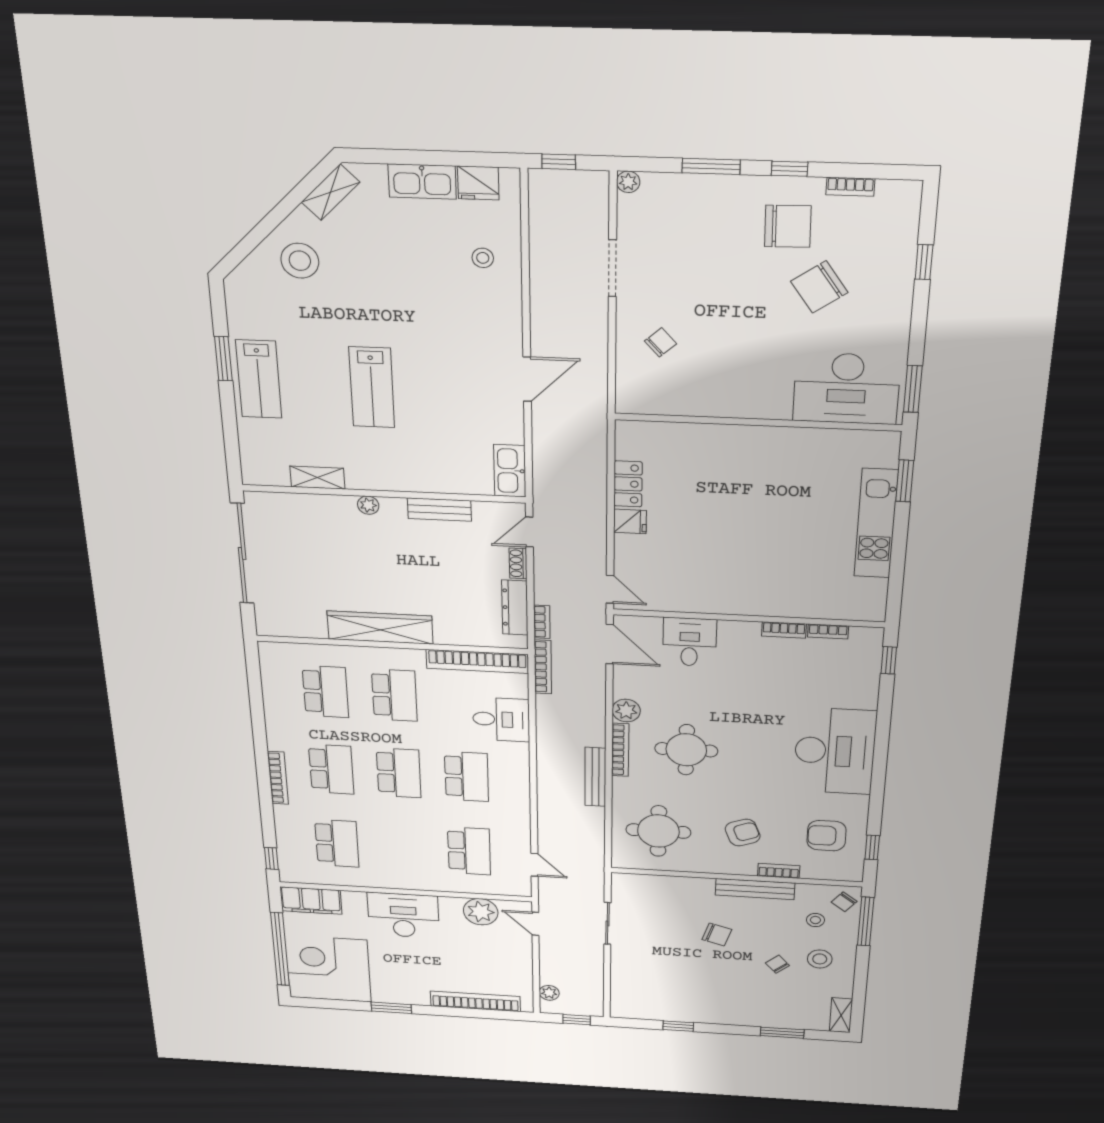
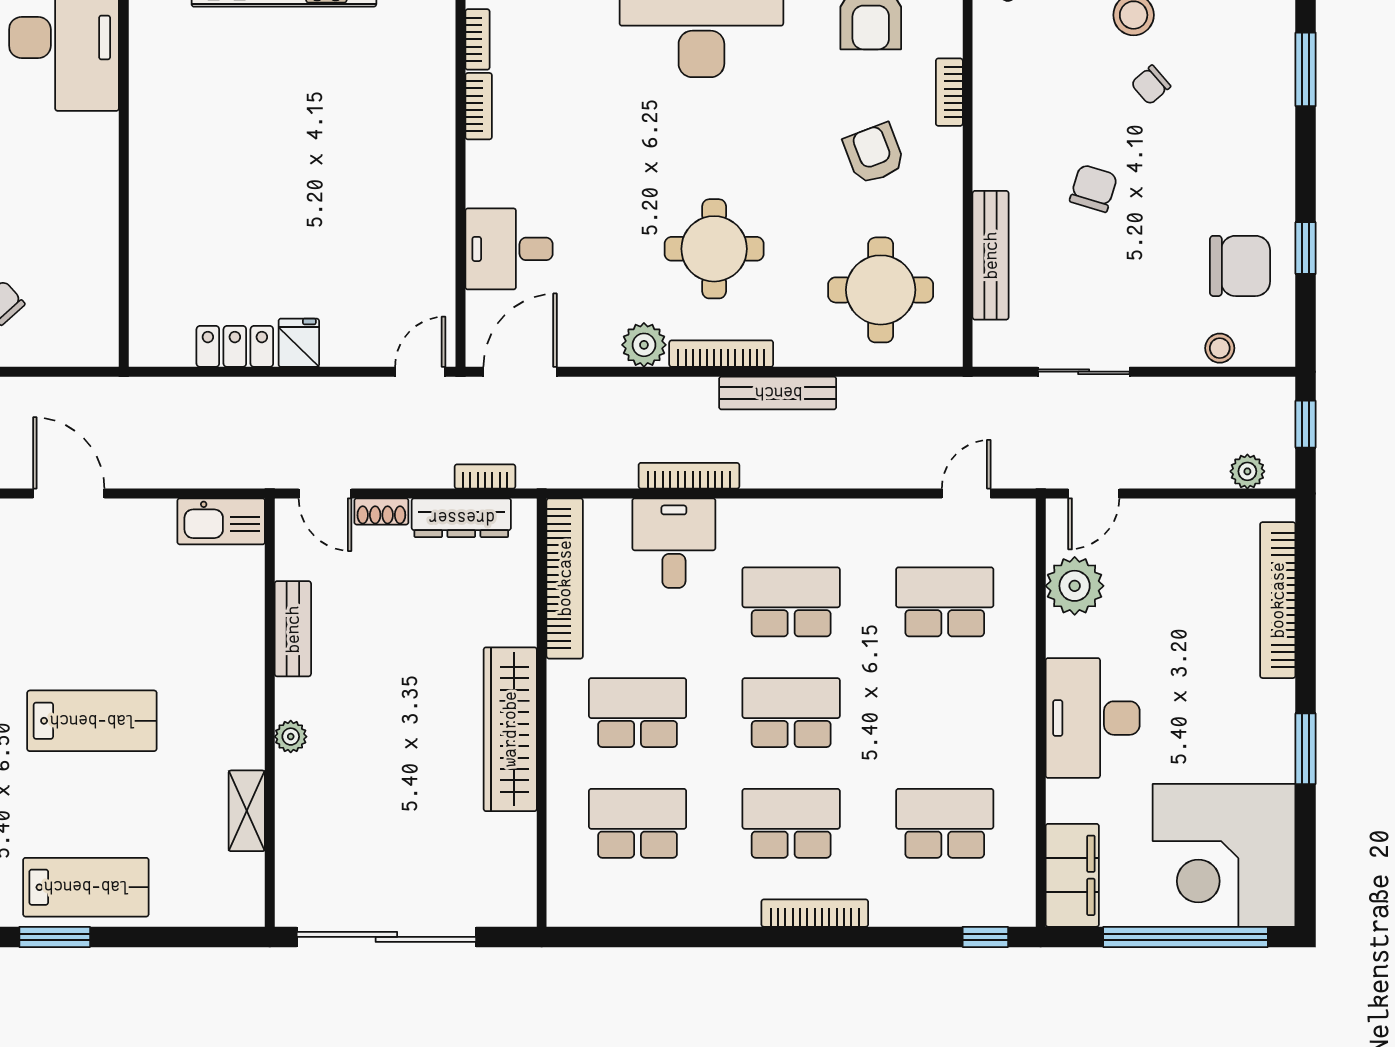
bookcase: (543, 667) -> (689, 476), moved
bench: (755, 889) -> (991, 255), moved
stool: (815, 920) -> (1220, 348), moved
chair: (669, 997) -> (1240, 266), added

